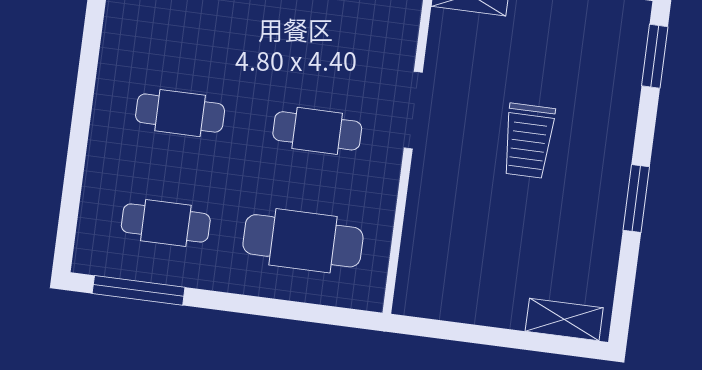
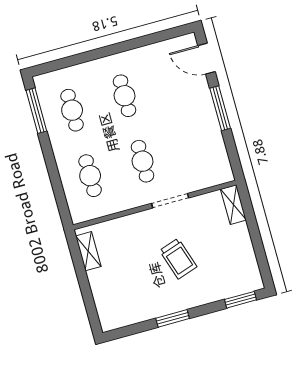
trolley: (528, 141) -> (178, 259), turned -108
cafe table: (303, 241) -> (90, 176), width x0.73, depth x0.74
shelving: (564, 320) -> (88, 251), moved

